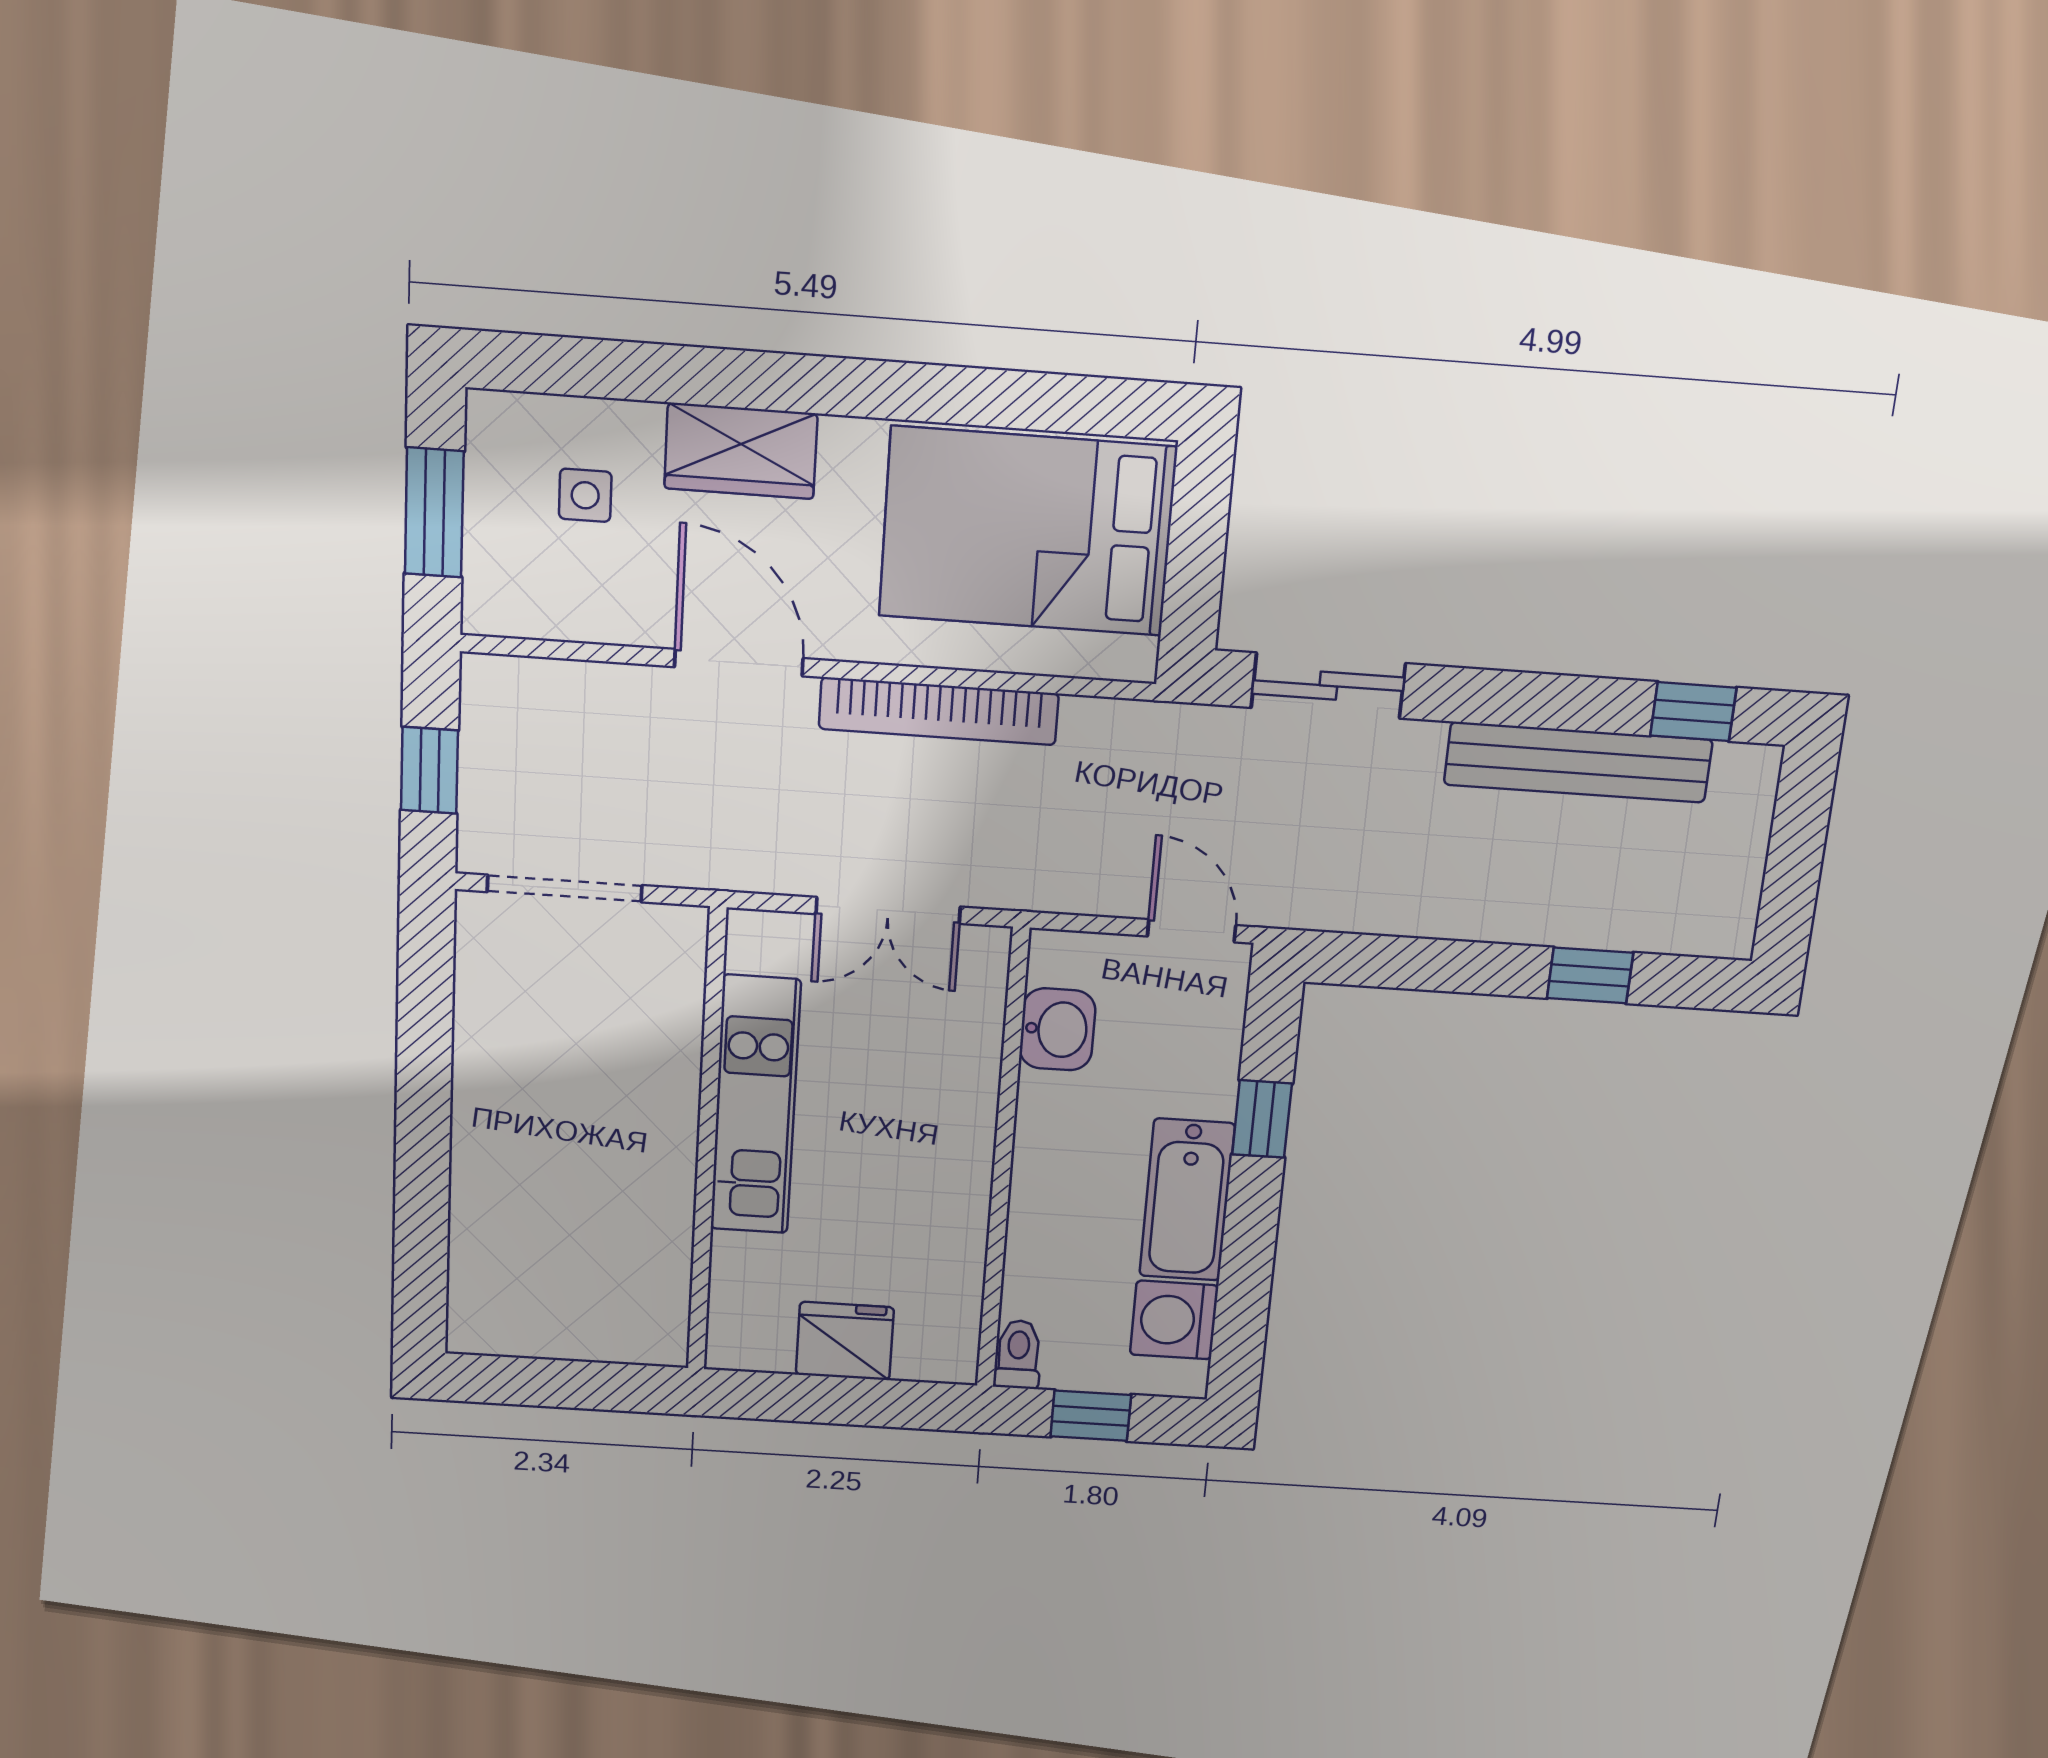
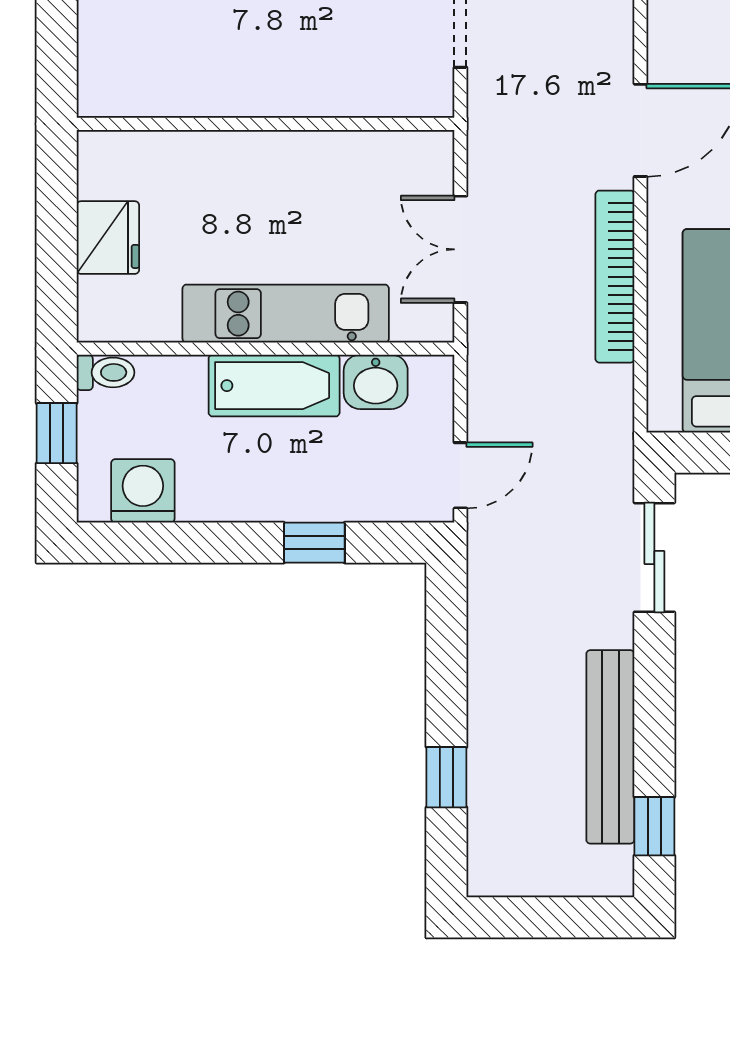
kitchen unit: (755, 1105) -> (286, 314), moved, turned 180
bathtub: (1187, 1200) -> (274, 386), moved, turned 180

